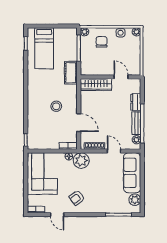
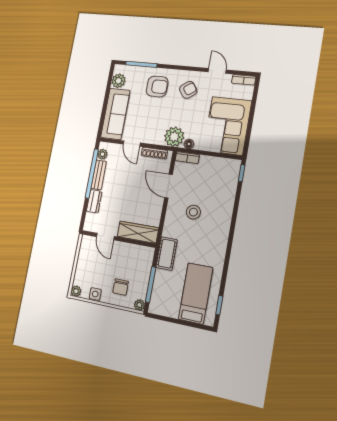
armchair: (102, 198) -> (157, 86), added

